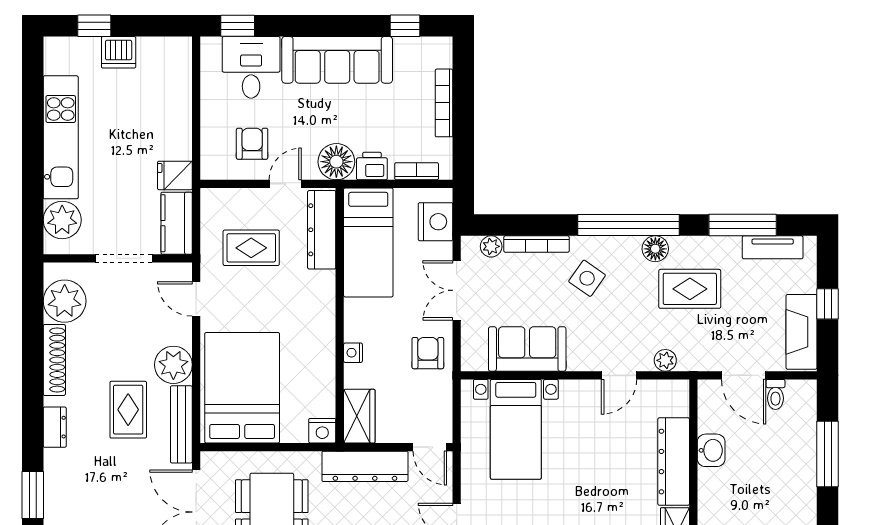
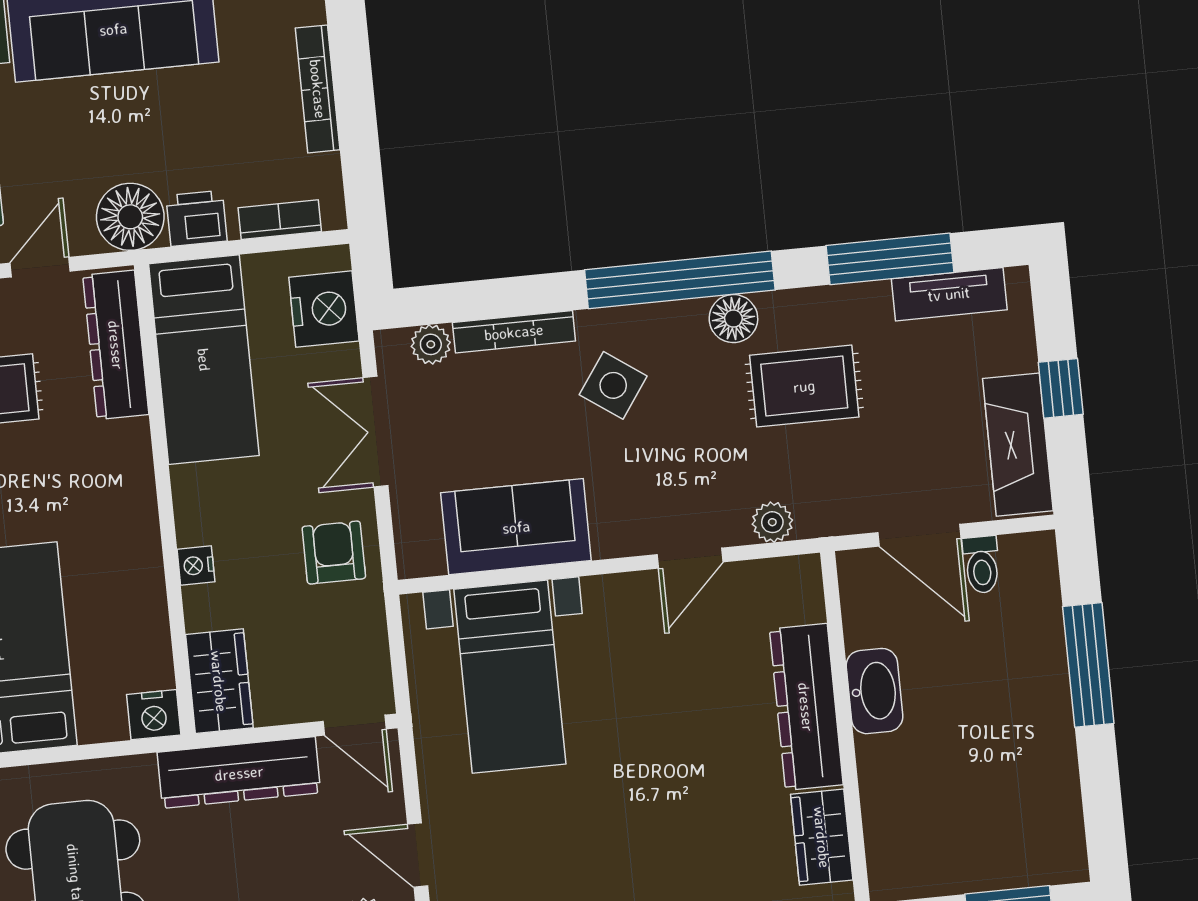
washbasin: (711, 450) -> (874, 691), width x1.38

